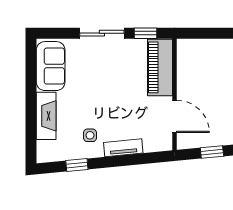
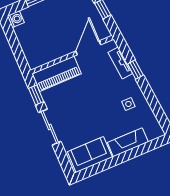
tv unit: (123, 148) -> (120, 63), moved
window: (77, 165) -> (135, 70), moved

